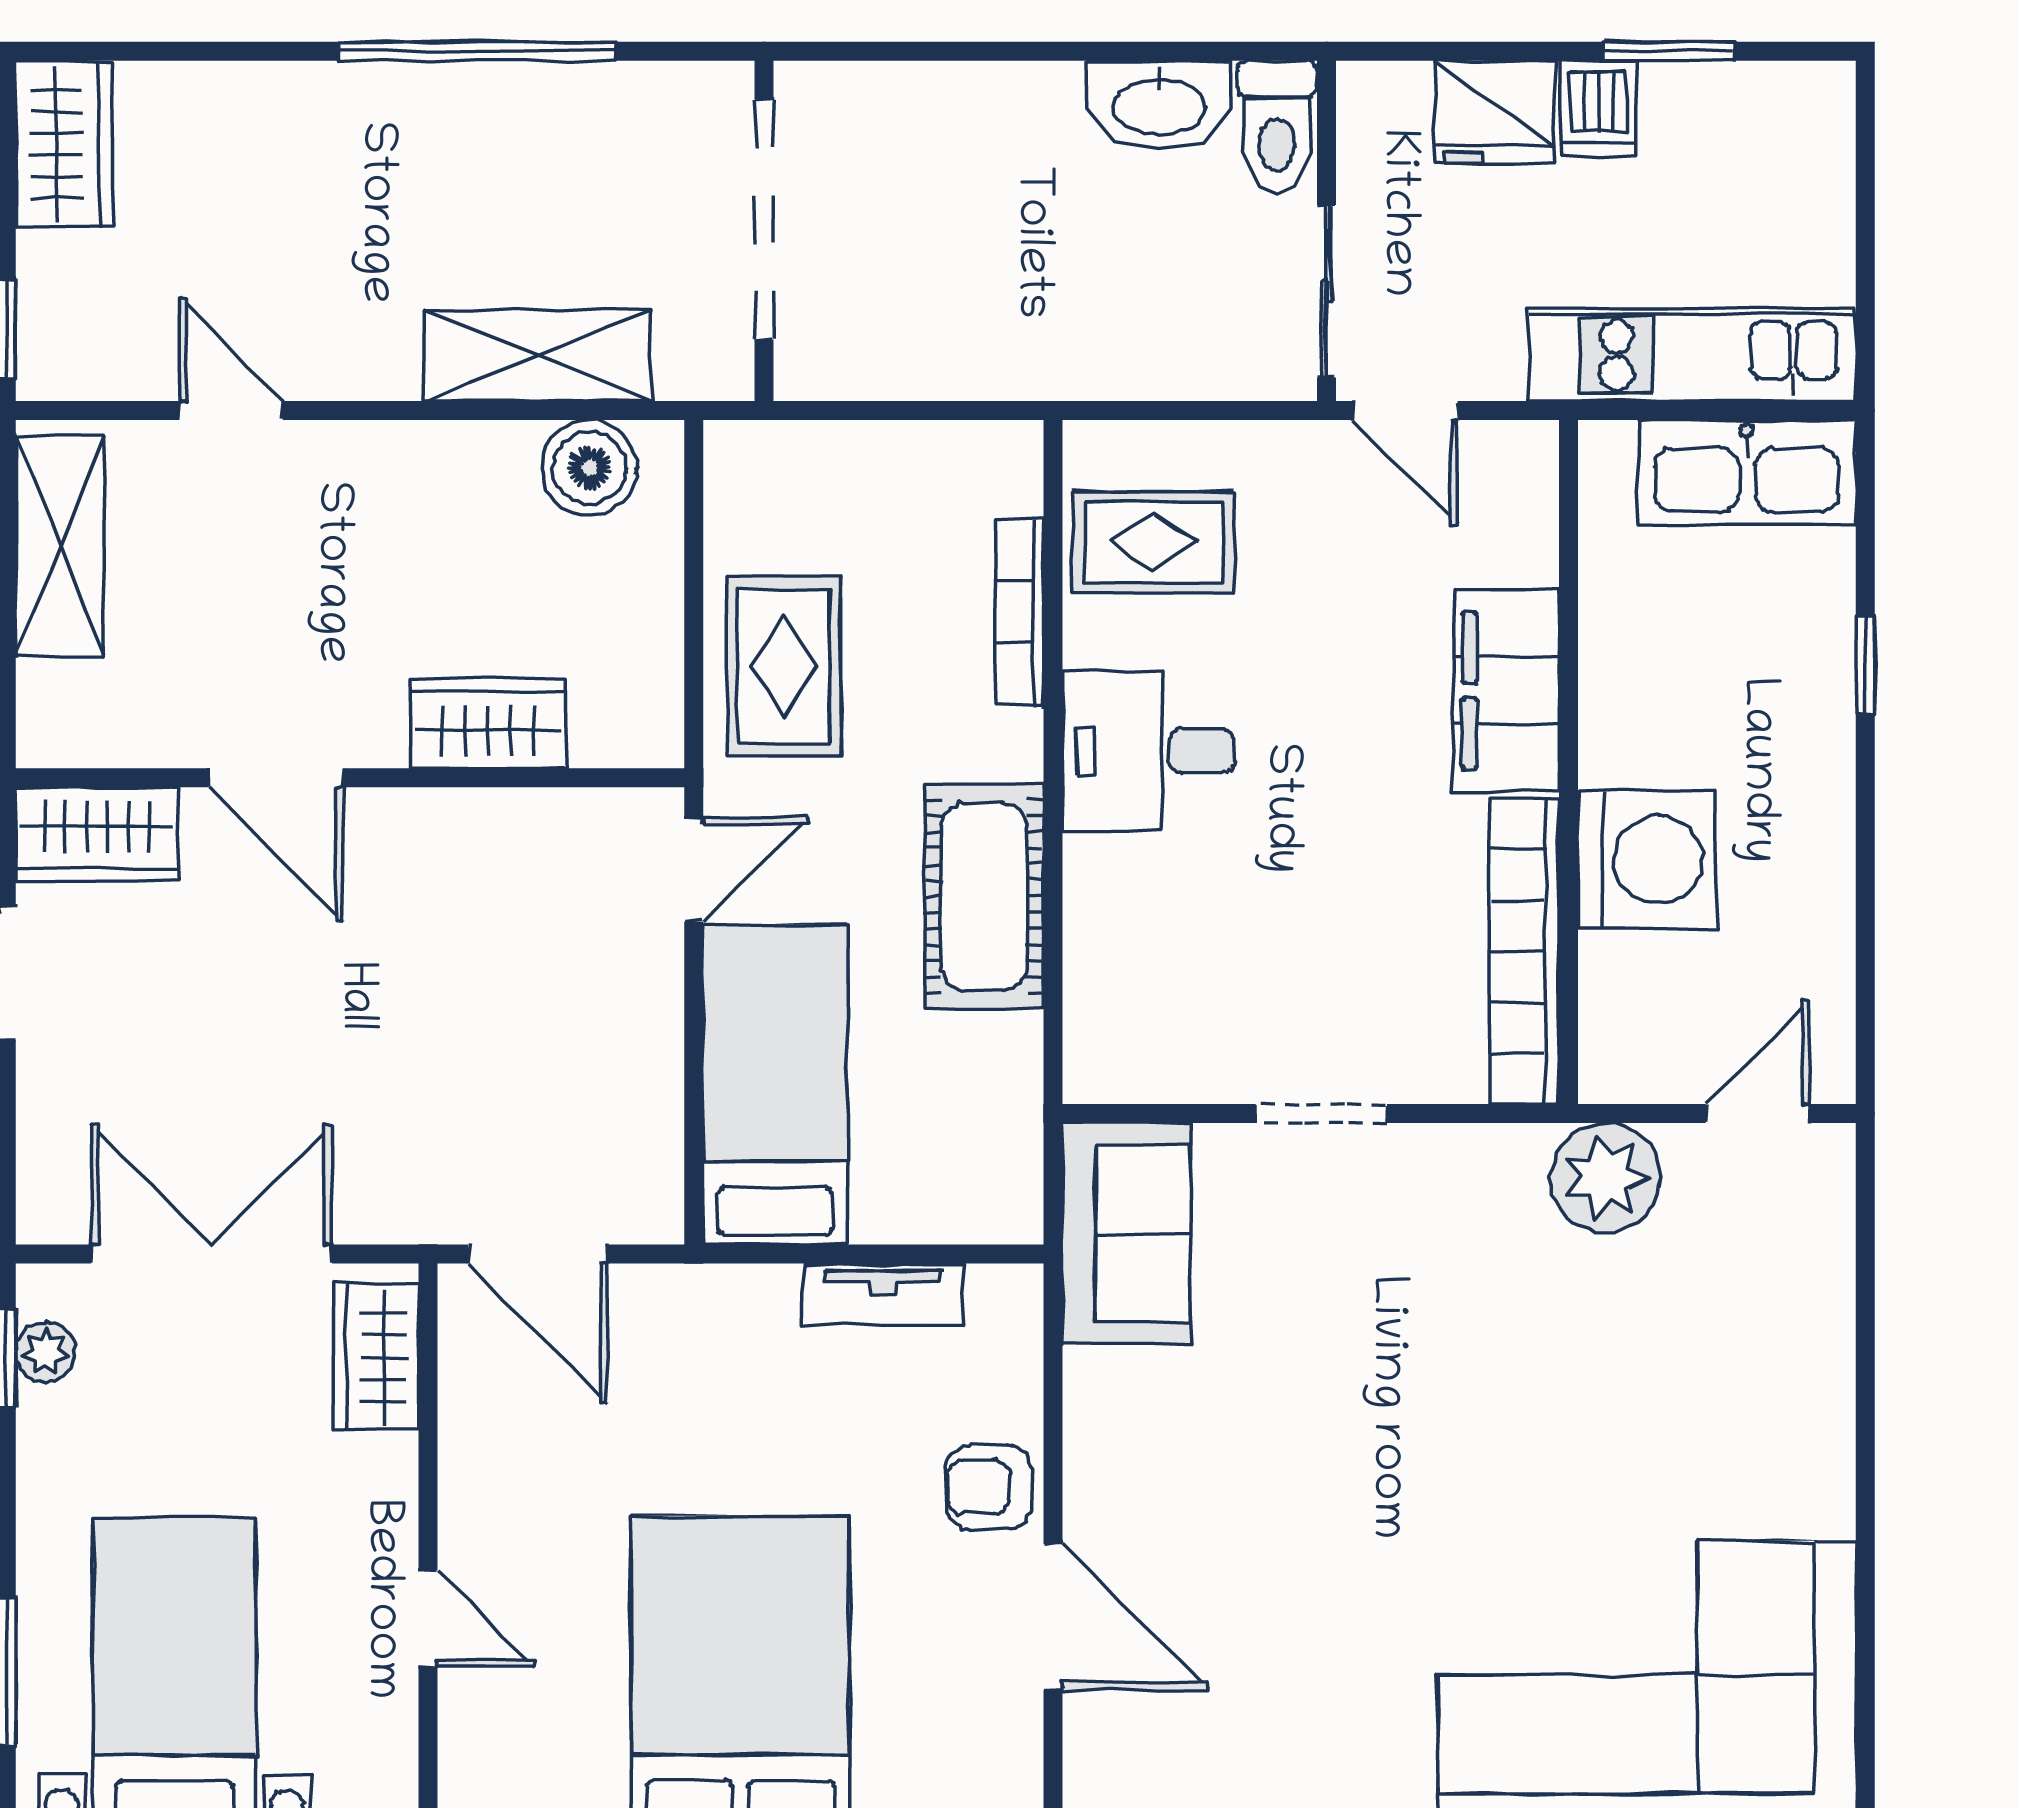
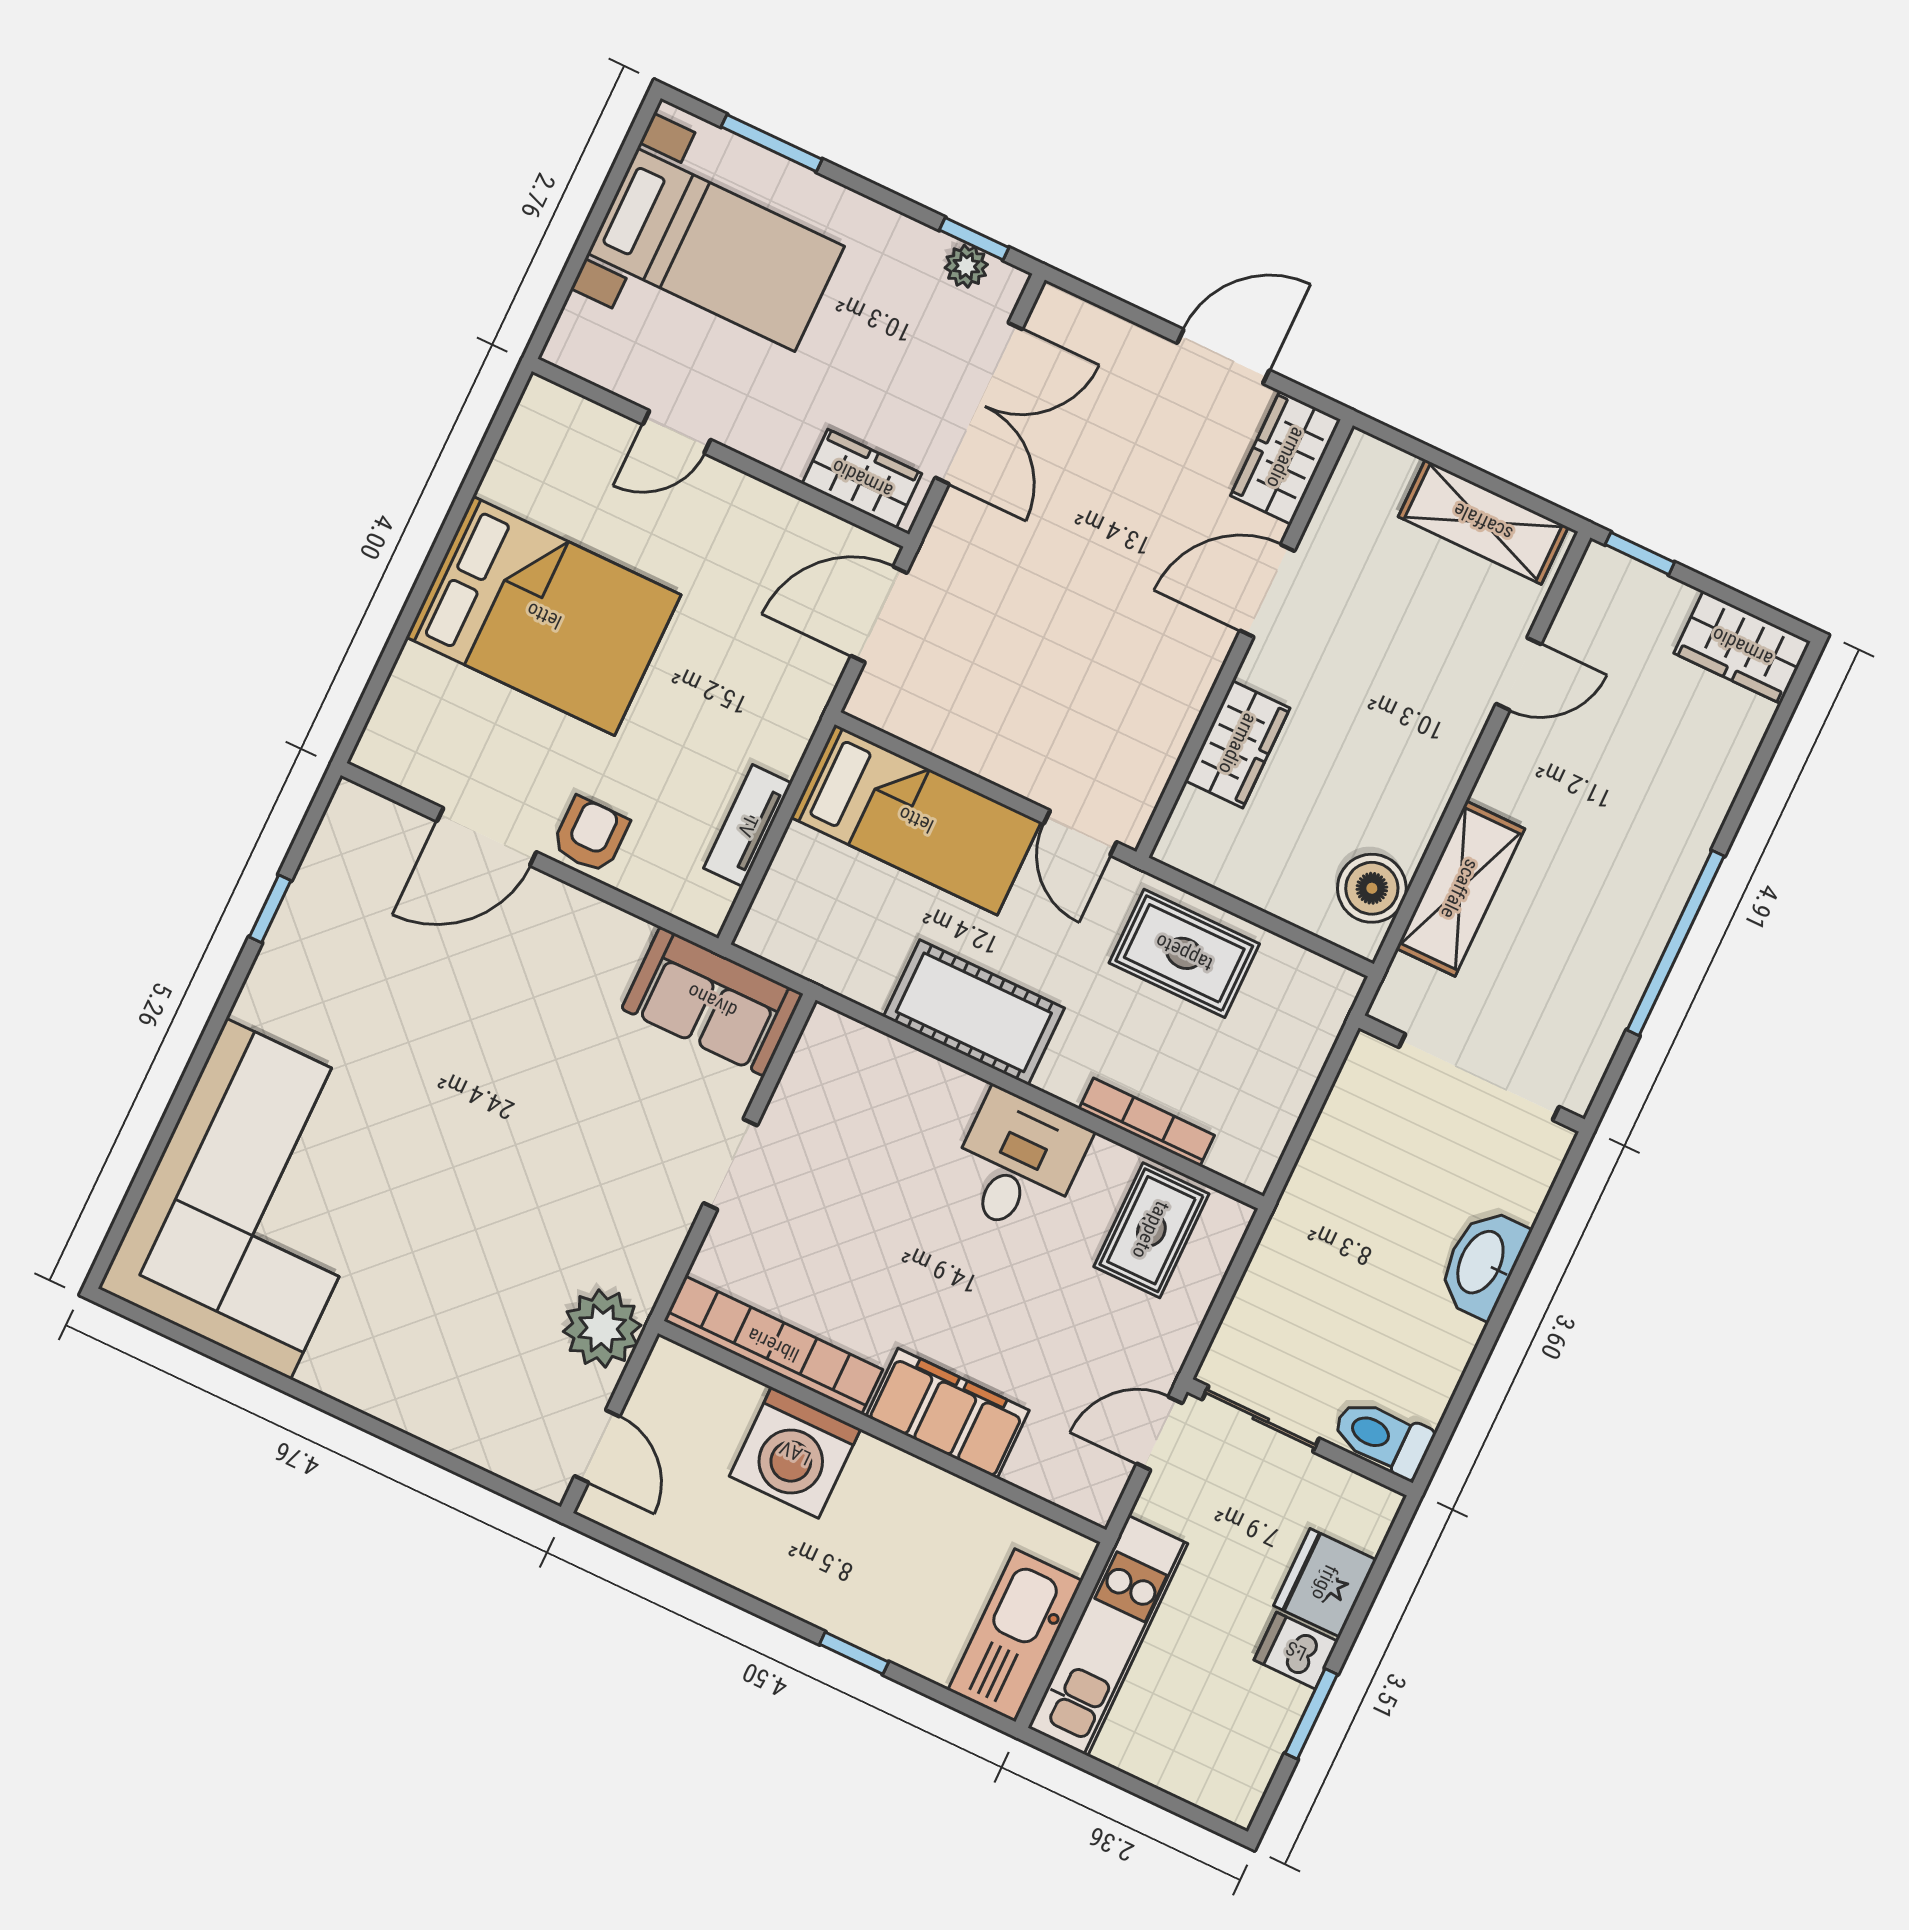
washbasin: (1159, 105) -> (1482, 1263), moved

